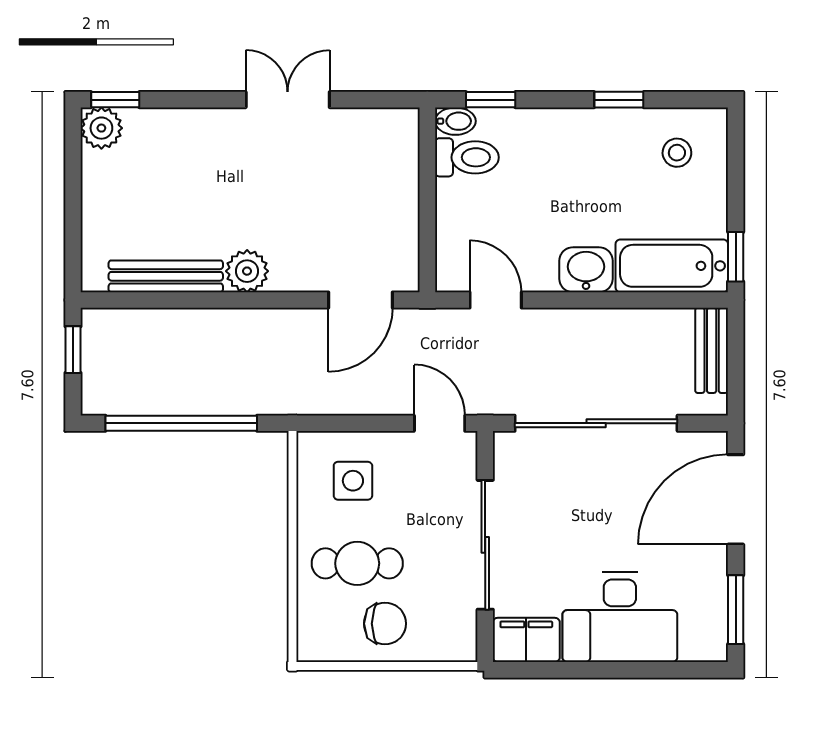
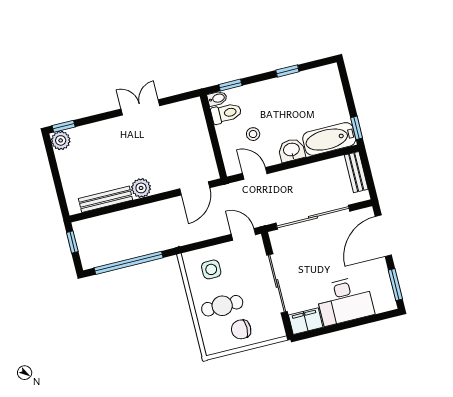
stool: (677, 153) -> (253, 134), moved
chair: (385, 624) -> (241, 329), turned 180

